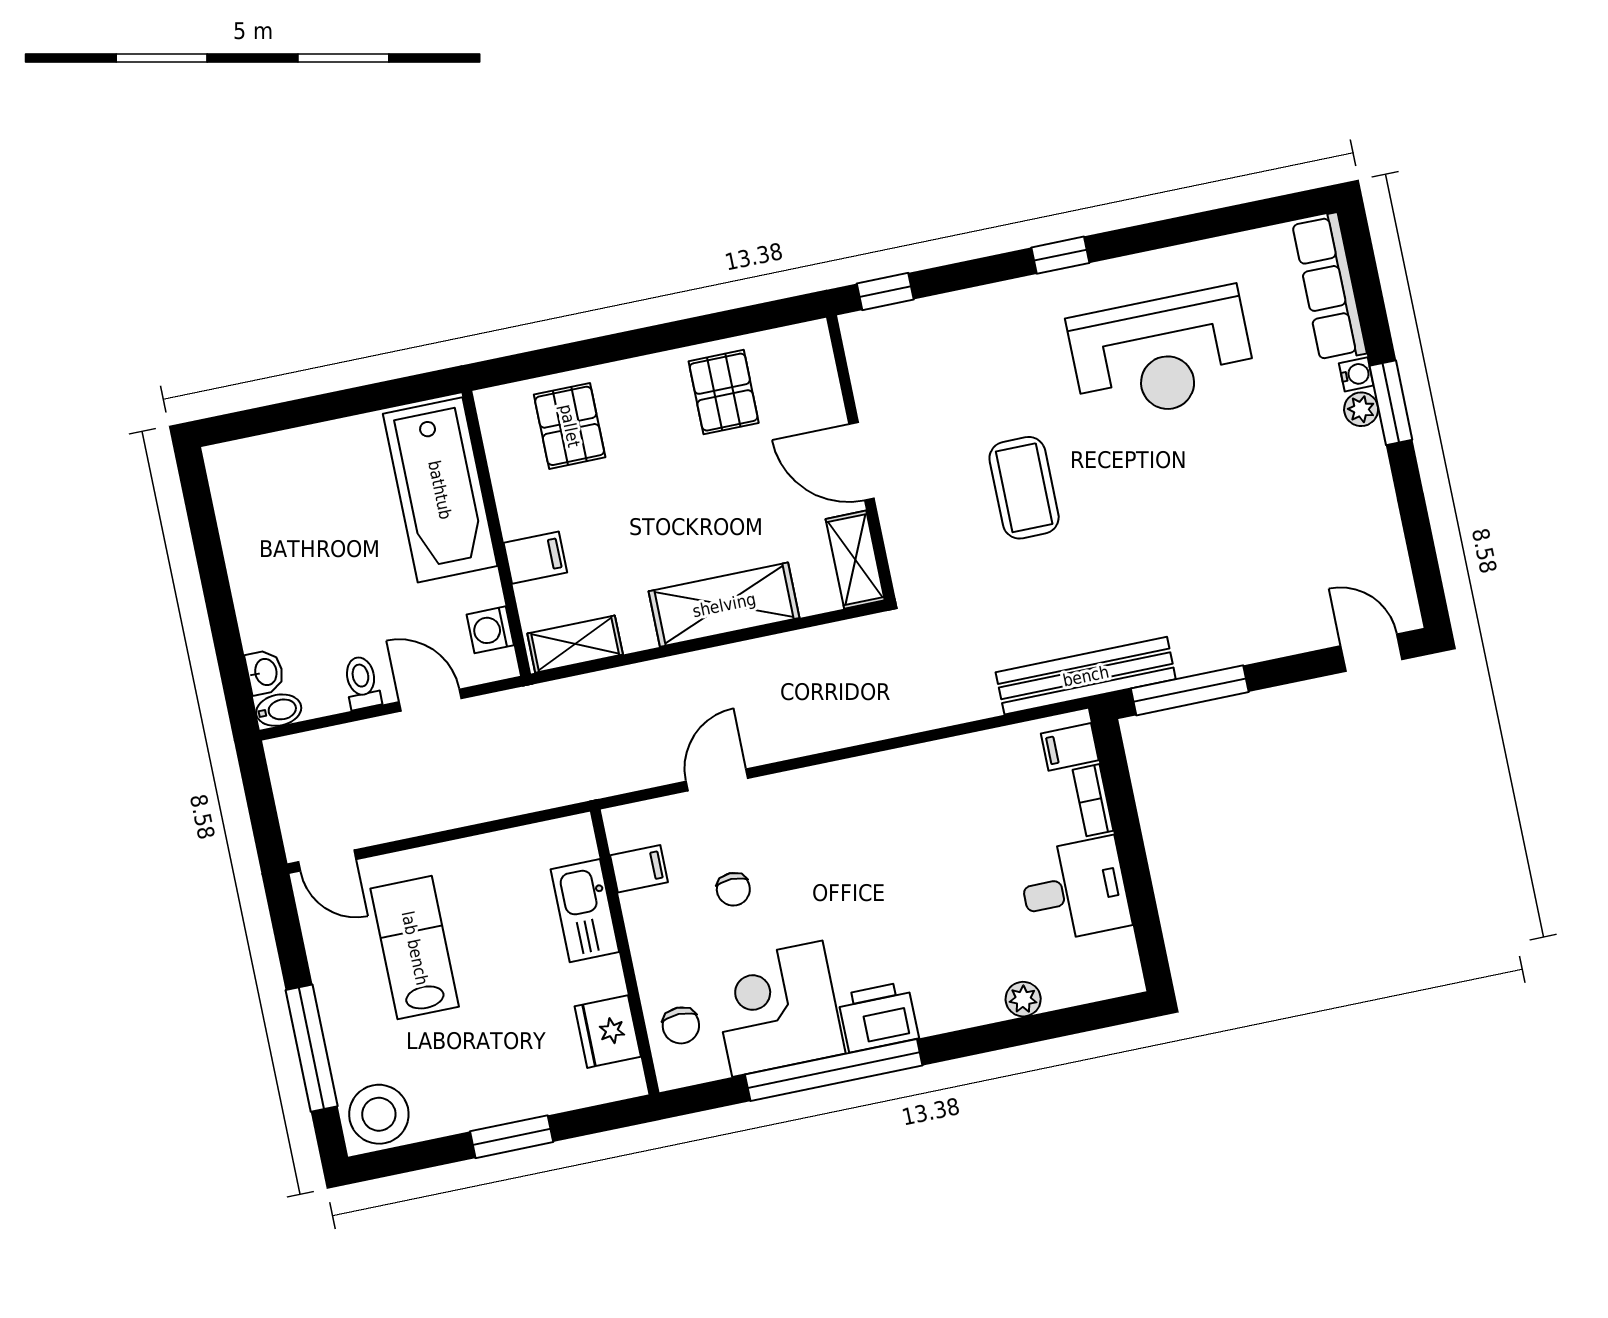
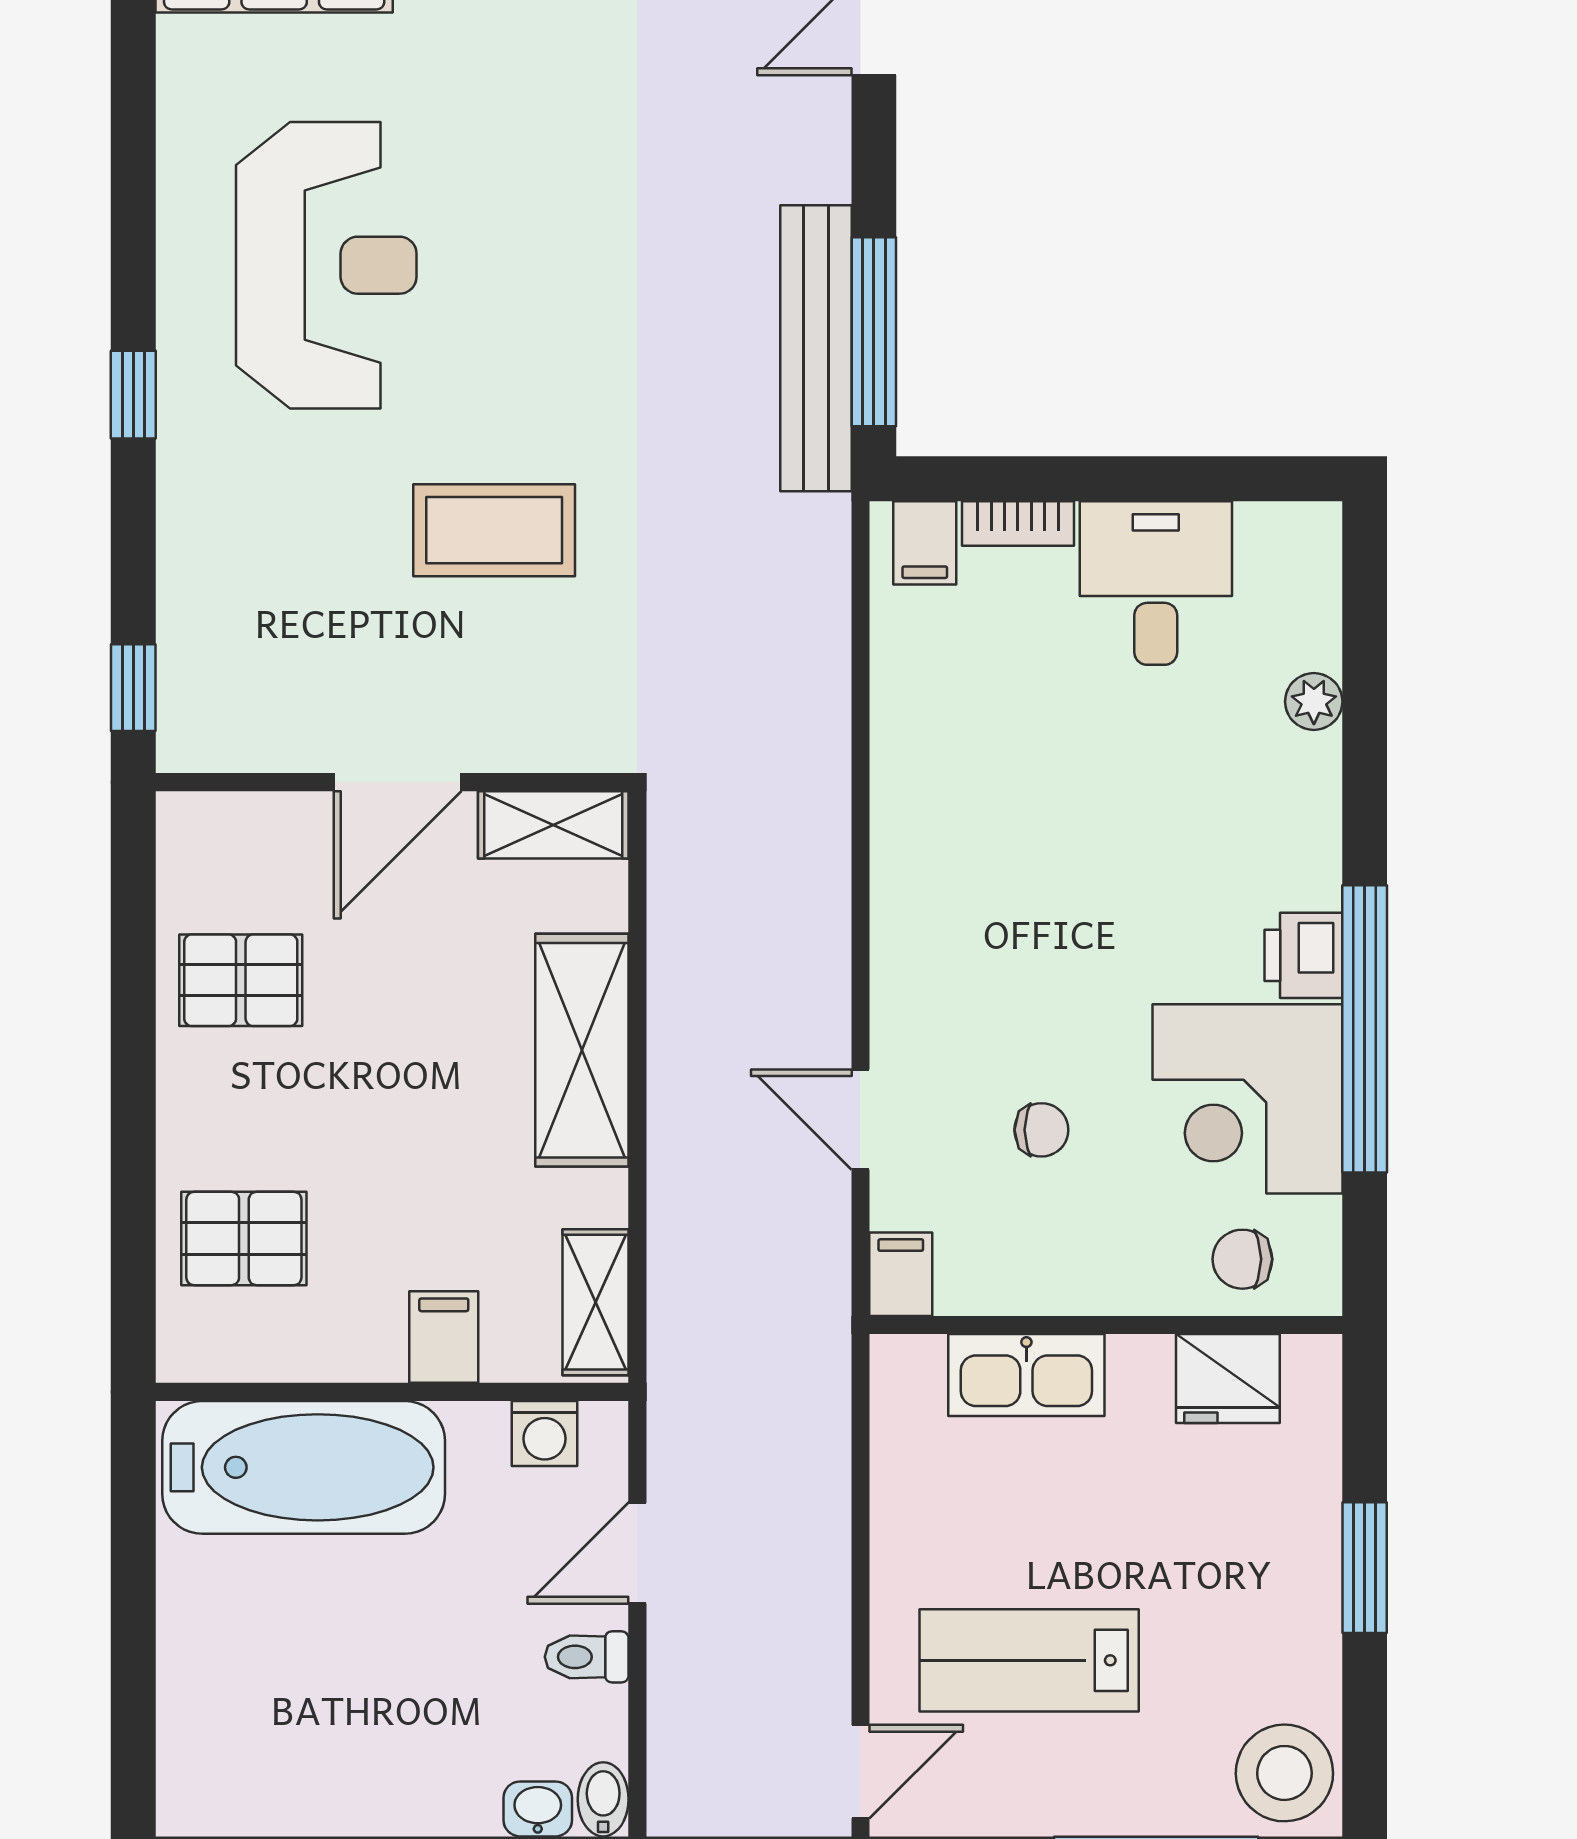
bench: (1086, 676) -> (816, 348), moved
filing cabinet: (639, 869) -> (901, 1274), moved
printer: (878, 1017) -> (1303, 955), width x0.73, depth x0.81
chair: (681, 1025) -> (1242, 1259), turned 180

